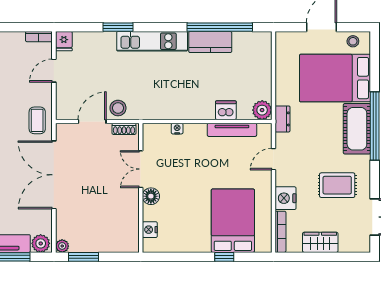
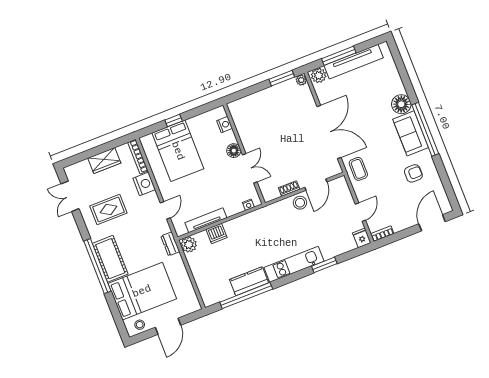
double door: (141, 169) -> (250, 168), moved
wall: (141, 188) -> (244, 154), moved
floor lamp: (151, 196) -> (234, 151), moved
nightstand: (150, 230) -> (225, 125), moved

